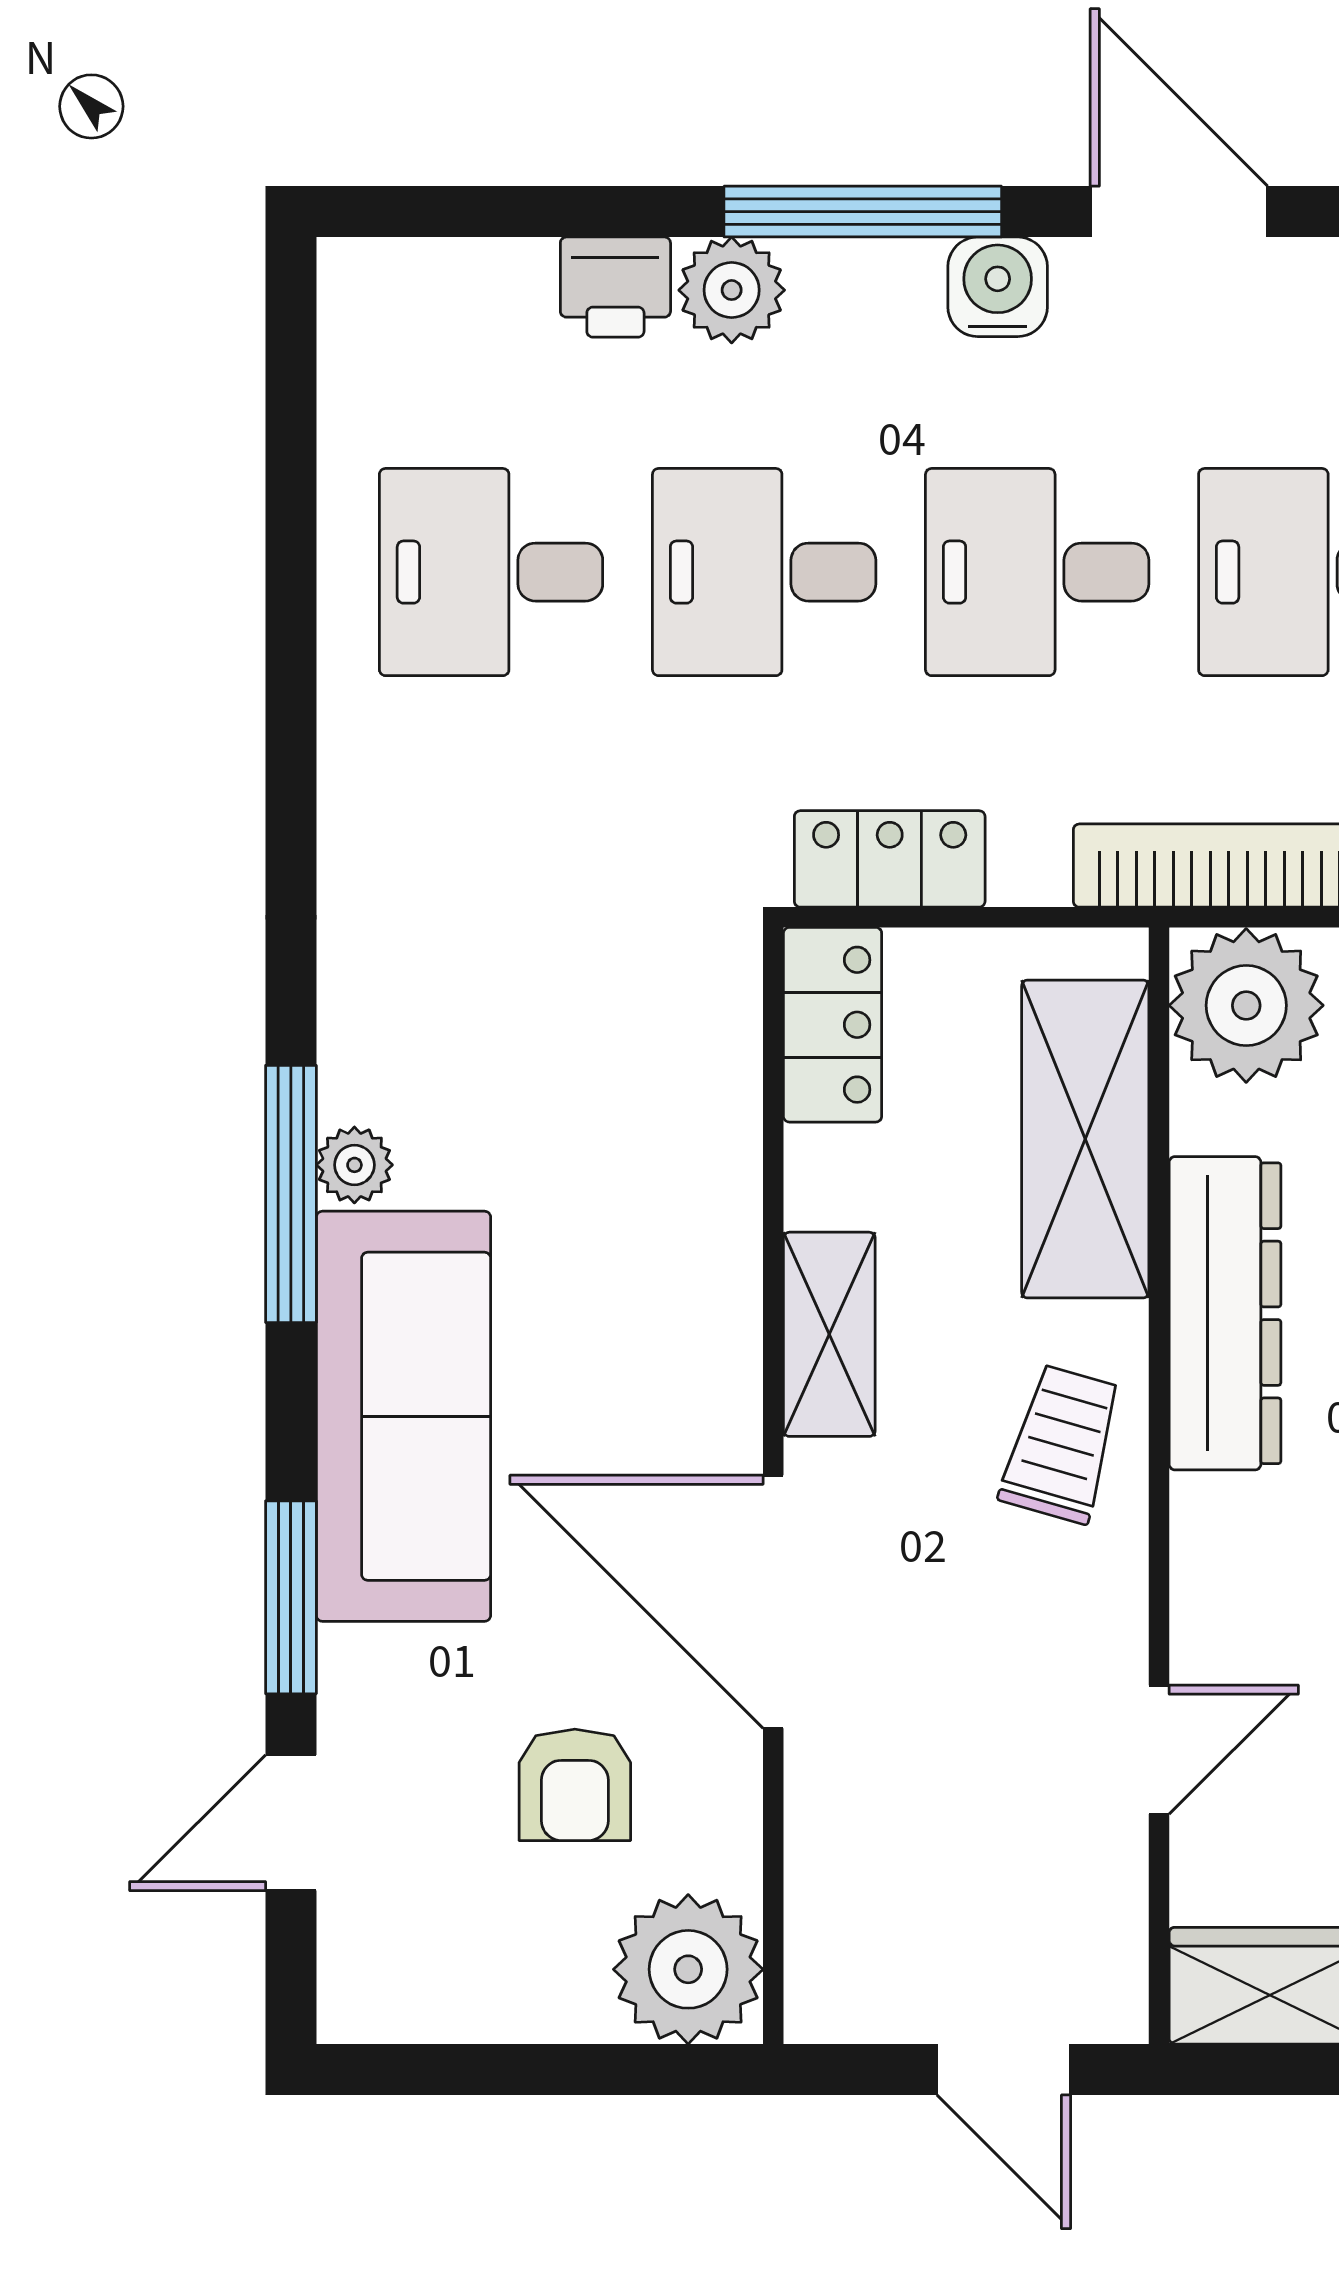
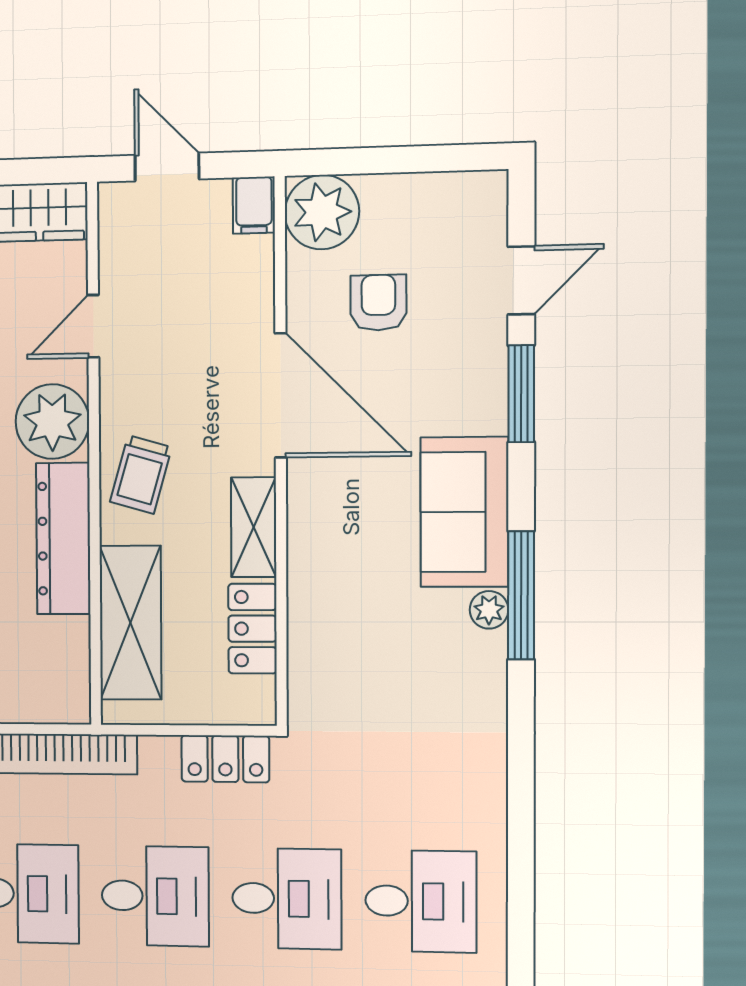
plant: (1246, 1005) -> (52, 422), moved
locker: (833, 1025) -> (252, 629), moved
sofa: (403, 1416) -> (464, 512), width x0.73
filing cabinet: (826, 1987) -> (254, 205), added

